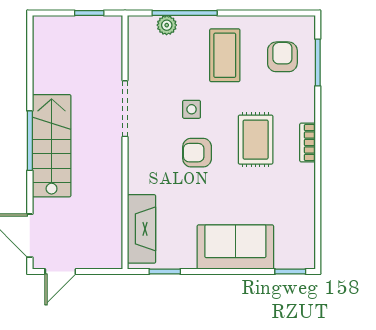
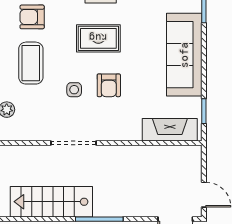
coffee table: (225, 55) -> (31, 63), turned 90
stairs: (52, 146) -> (51, 202), moved
sofa: (235, 247) -> (184, 55), width x1.36

